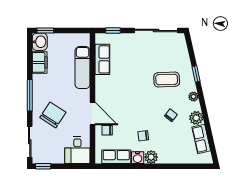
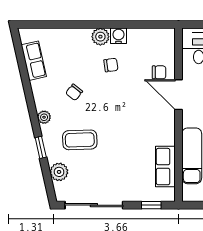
plant: (196, 118) -> (59, 172), moved
row of seats: (116, 157) -> (147, 37), removed

